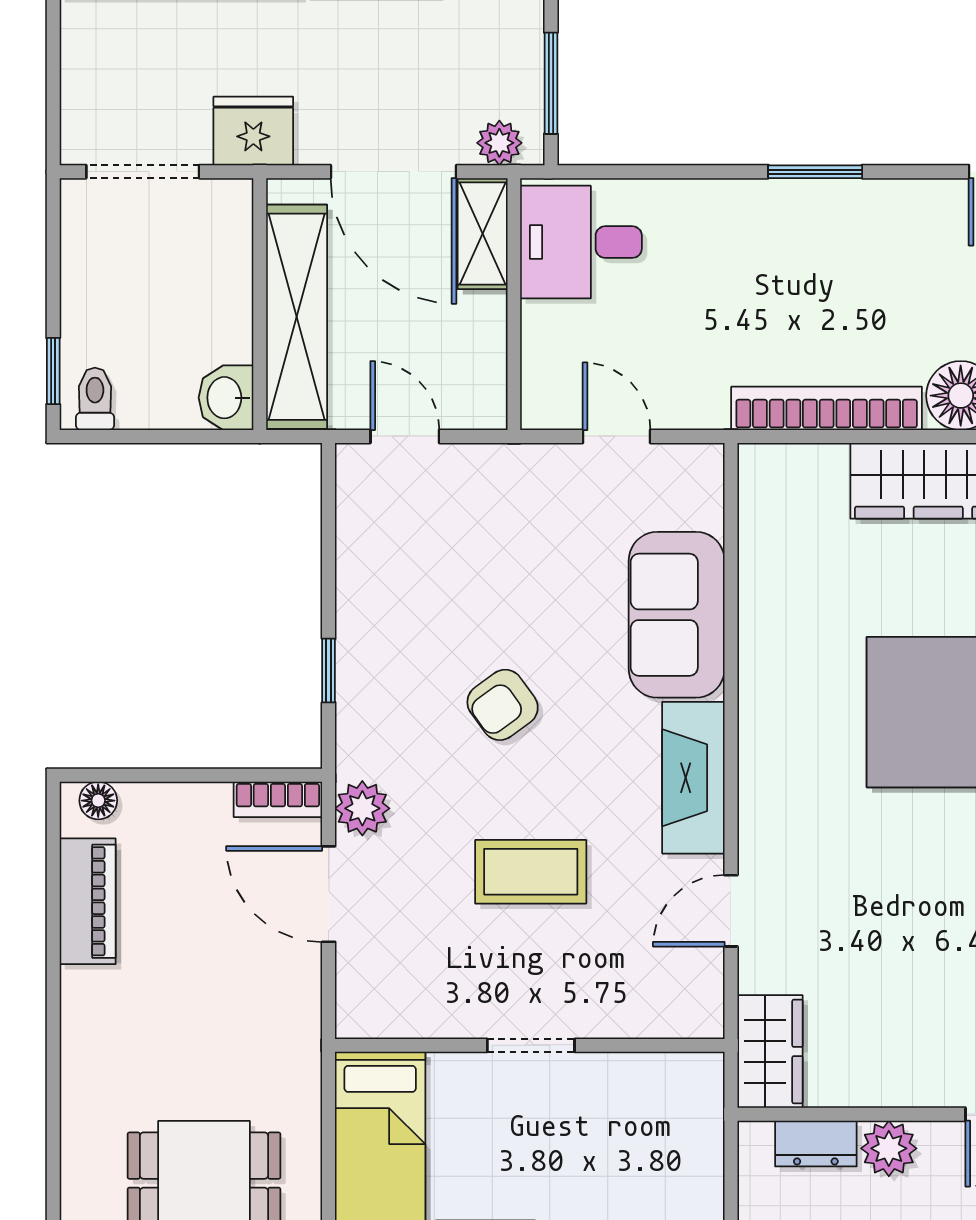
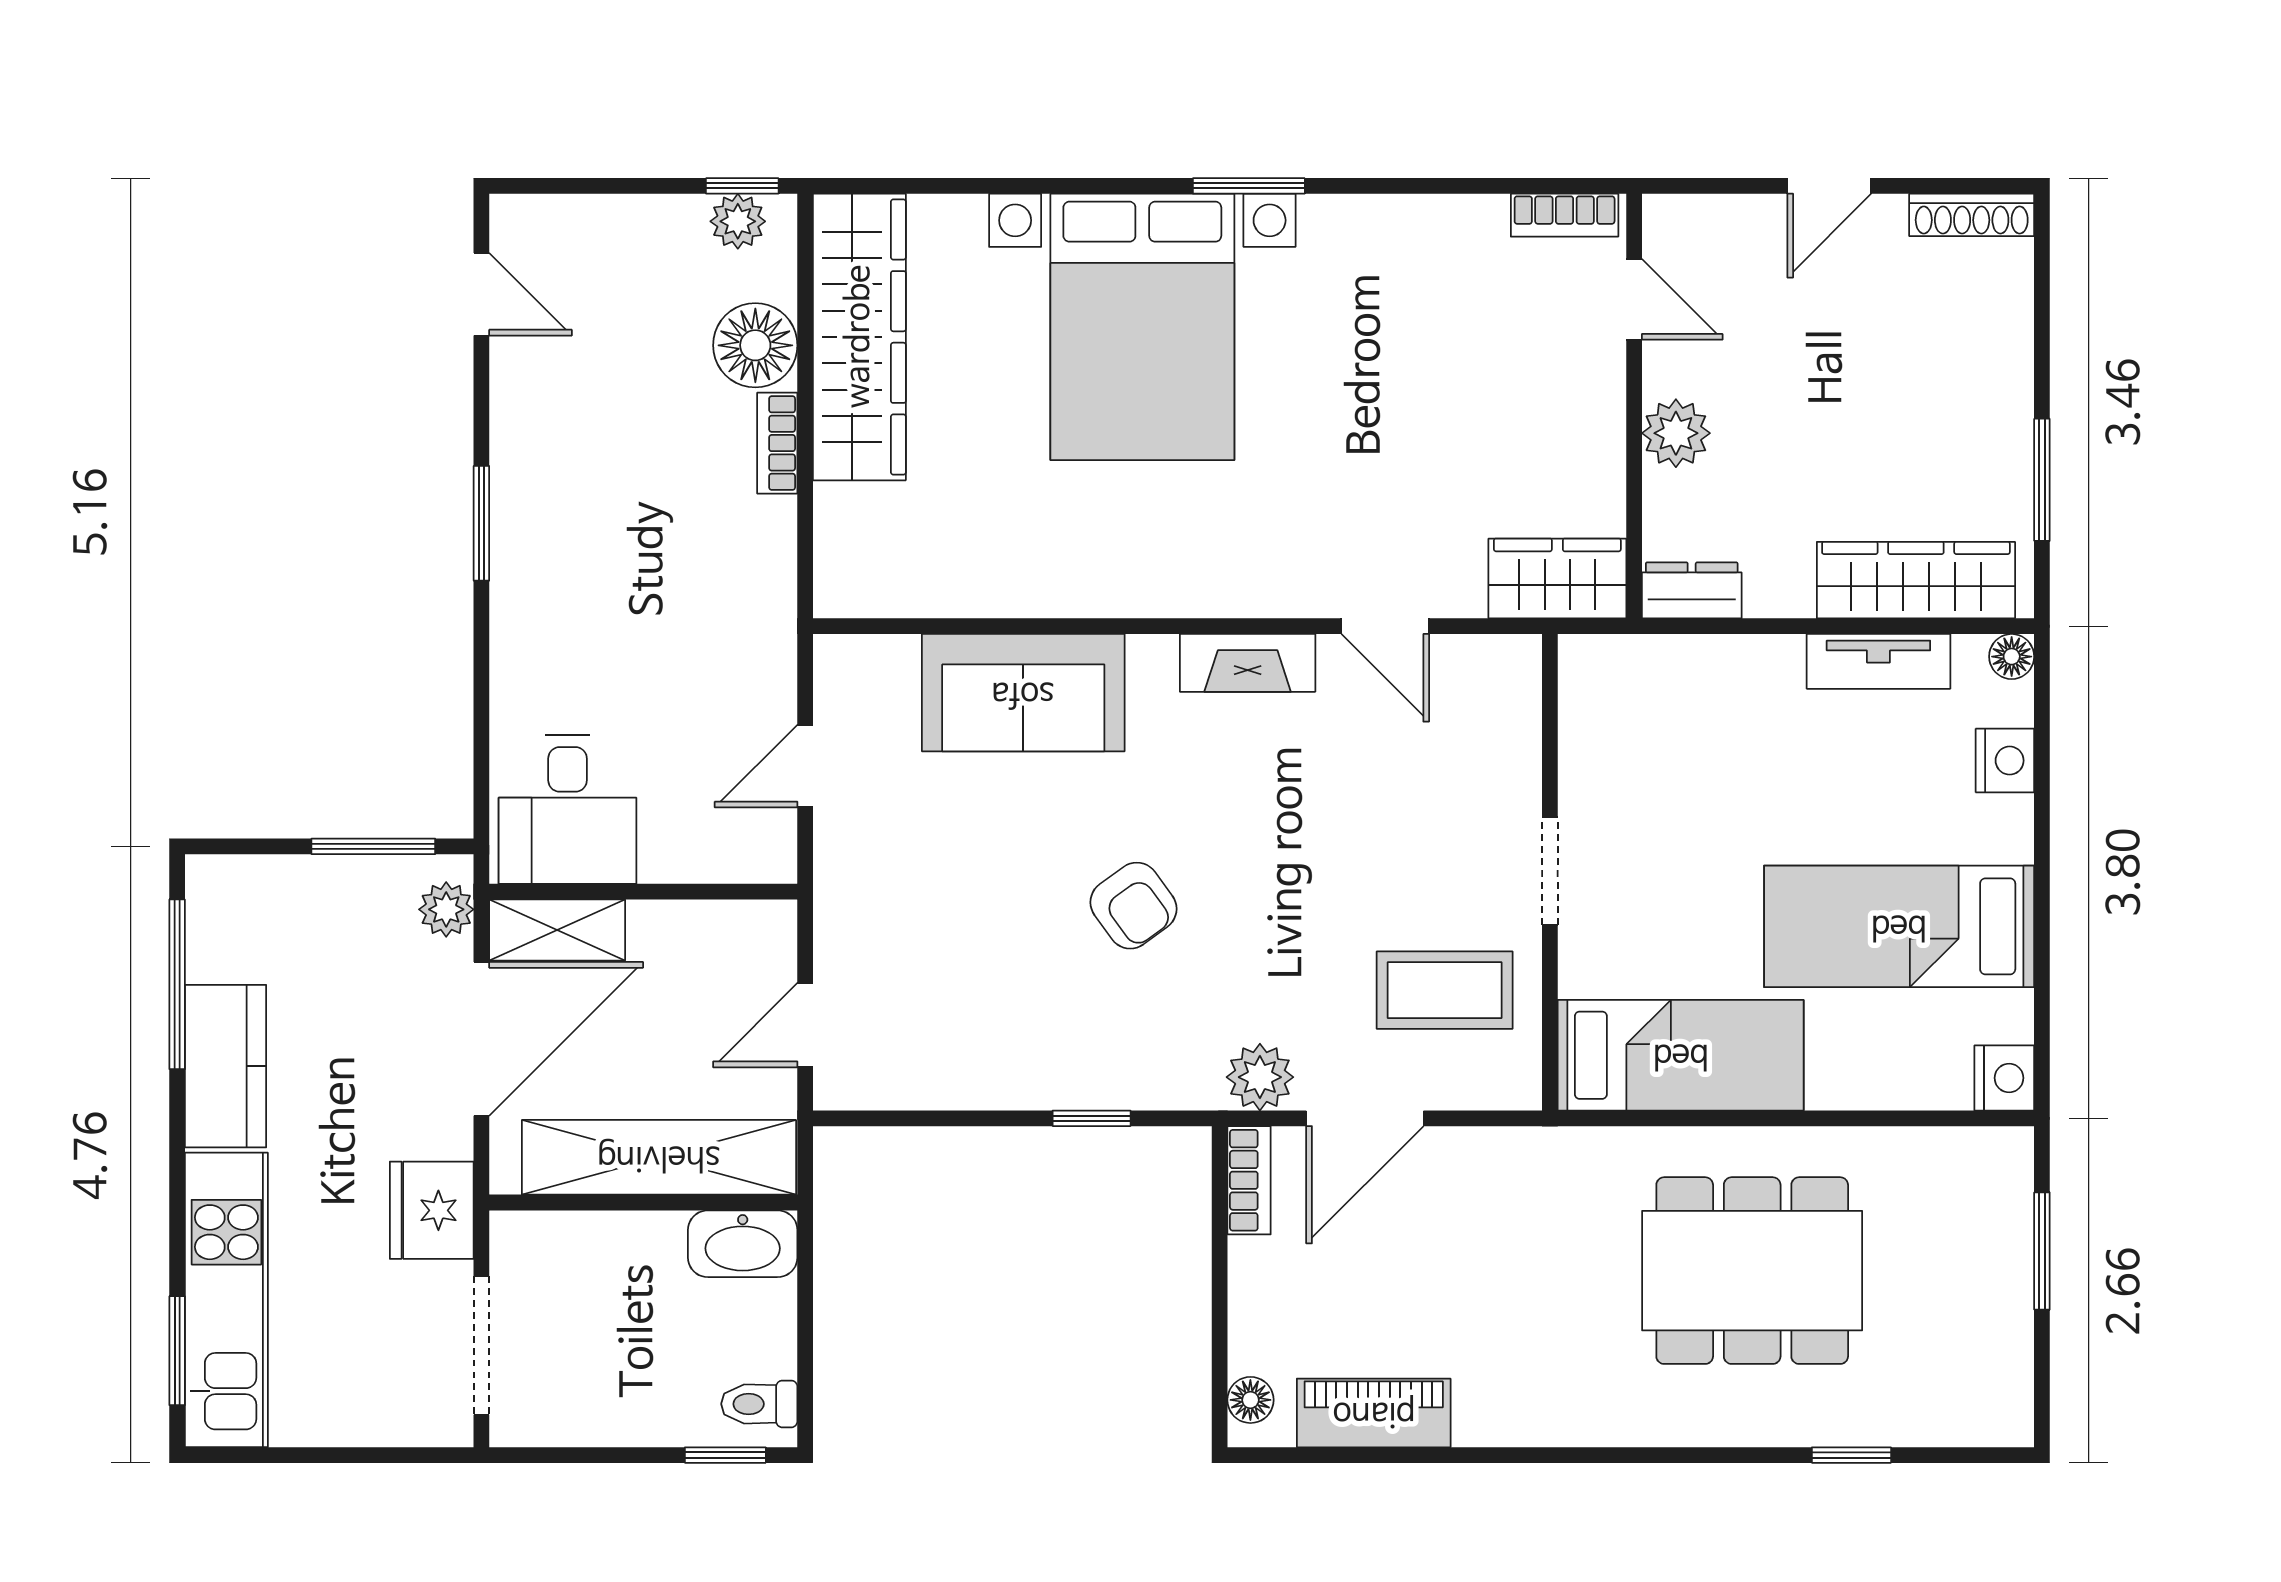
washbasin: (226, 398) -> (743, 1244), width x1.38
bookcase: (827, 408) -> (777, 443), width x0.43, depth x0.76
fireplace: (693, 778) -> (1248, 663), width x0.73, depth x0.76
coffee table: (531, 872) -> (1445, 990), moved, turned 90
dresser: (816, 1144) -> (1692, 590), moved, turned -90

